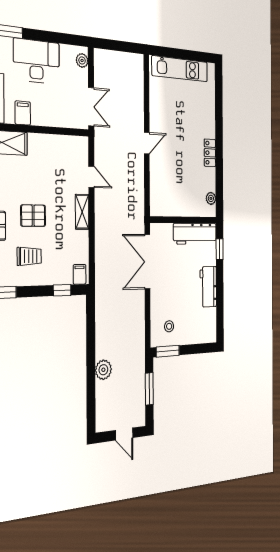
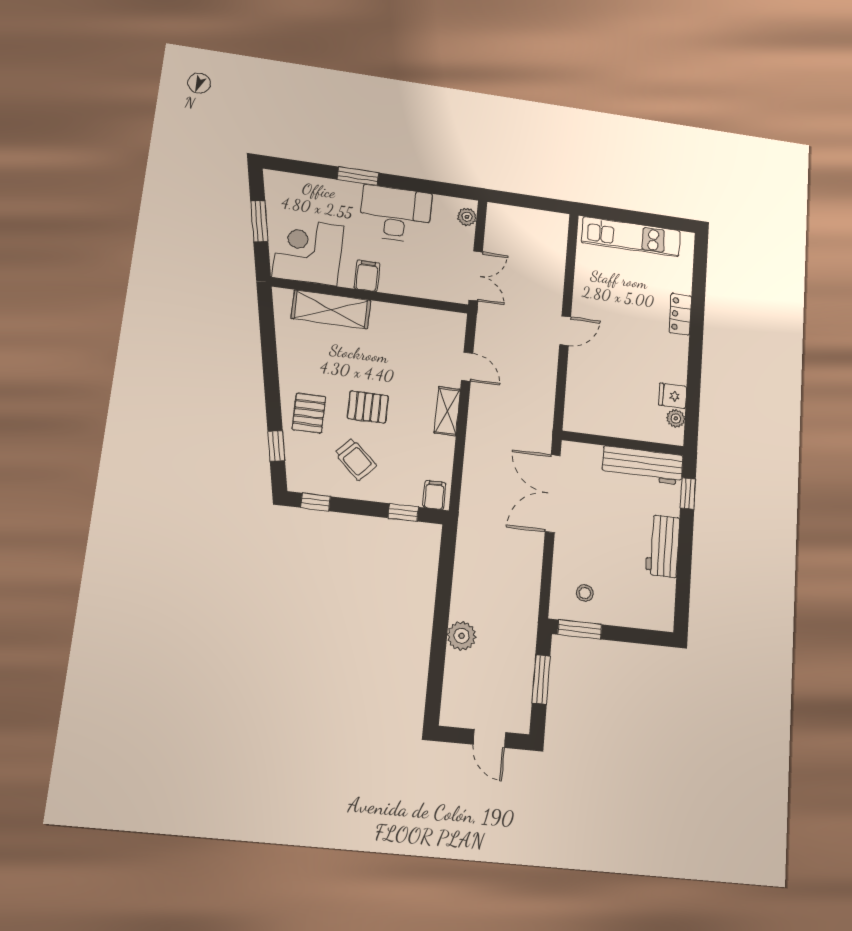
locker: (210, 153) -> (680, 314), moved
fridge: (208, 183) -> (673, 396), added
trolley: (29, 256) -> (356, 459), turned 43

